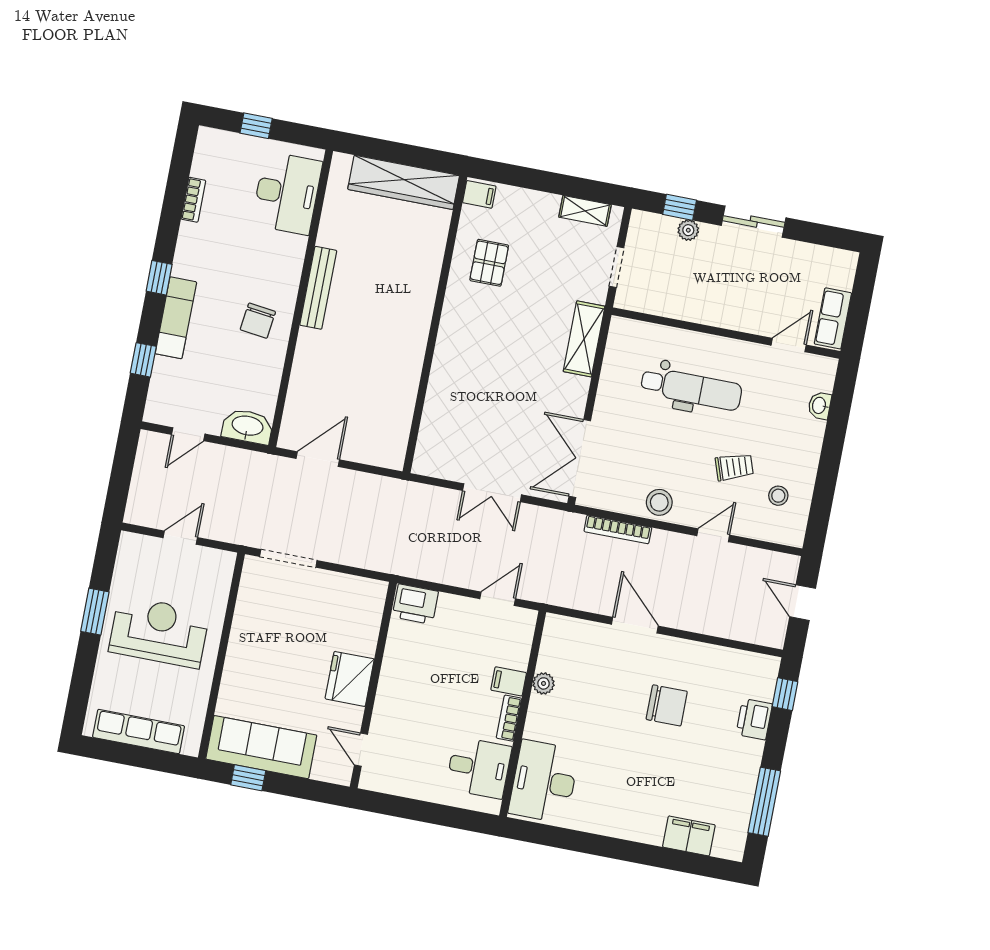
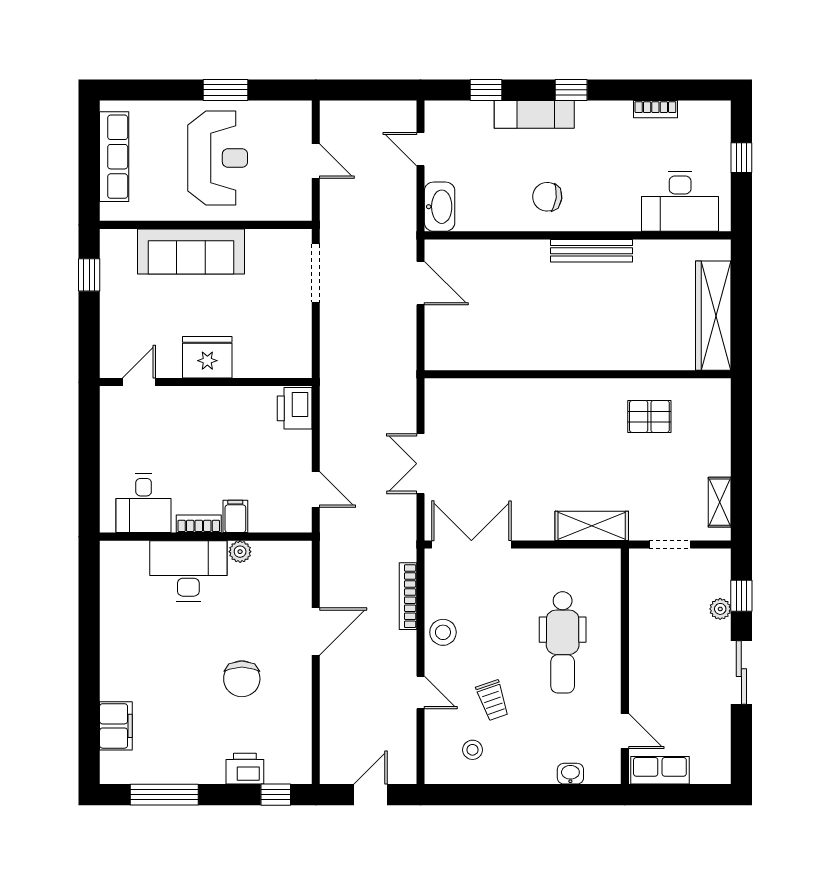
filing cabinet: (479, 194) -> (716, 393), removed
sofa: (261, 747) -> (191, 251), moved, turned 90
desk: (544, 782) -> (188, 571), moved

